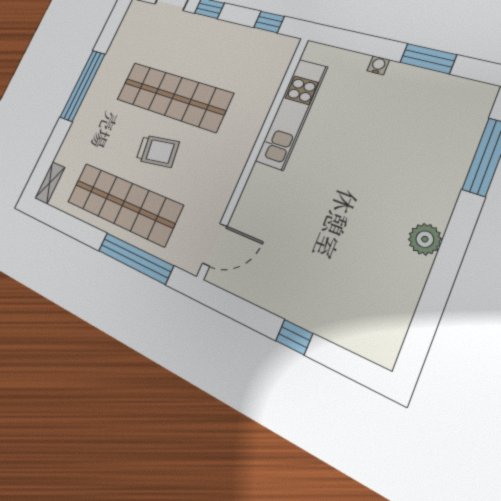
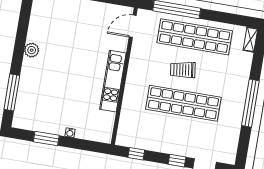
kitchen unit: (291, 114) -> (113, 81), moved

